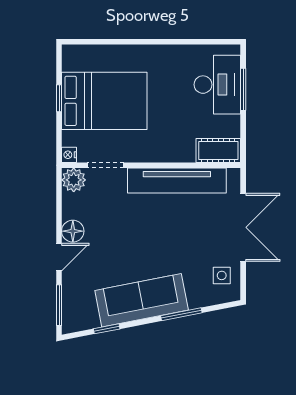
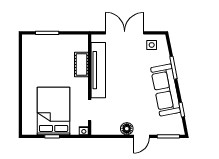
desk: (217, 85) -> (44, 47), removed
cot: (218, 150) -> (81, 65), moved
plant: (74, 180) -> (98, 128), removed
door: (59, 257) -> (141, 136), swing flipped

